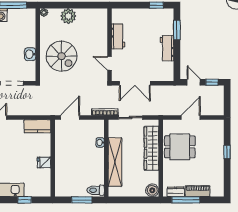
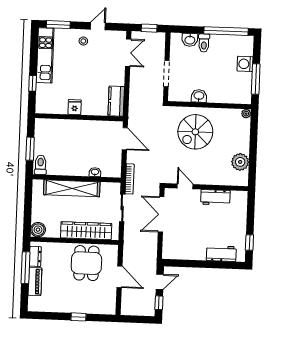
plant: (68, 16) -> (240, 162), moved
window: (177, 30) -> (220, 265), removed
workbench: (167, 48) -> (221, 254), moved
door: (109, 63) -> (185, 186), hinge flipped

